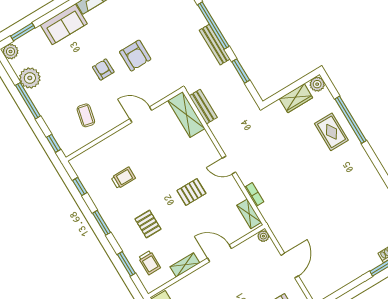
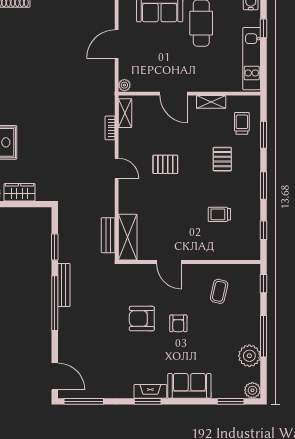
armchair: (135, 56) -> (142, 319), turned -90

